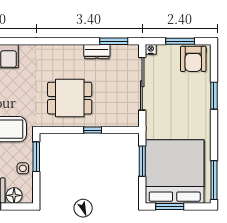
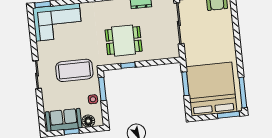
window: (214, 96) -> (236, 27), removed
window: (93, 130) -> (128, 65), moved
window: (170, 206) -> (228, 115), moved

